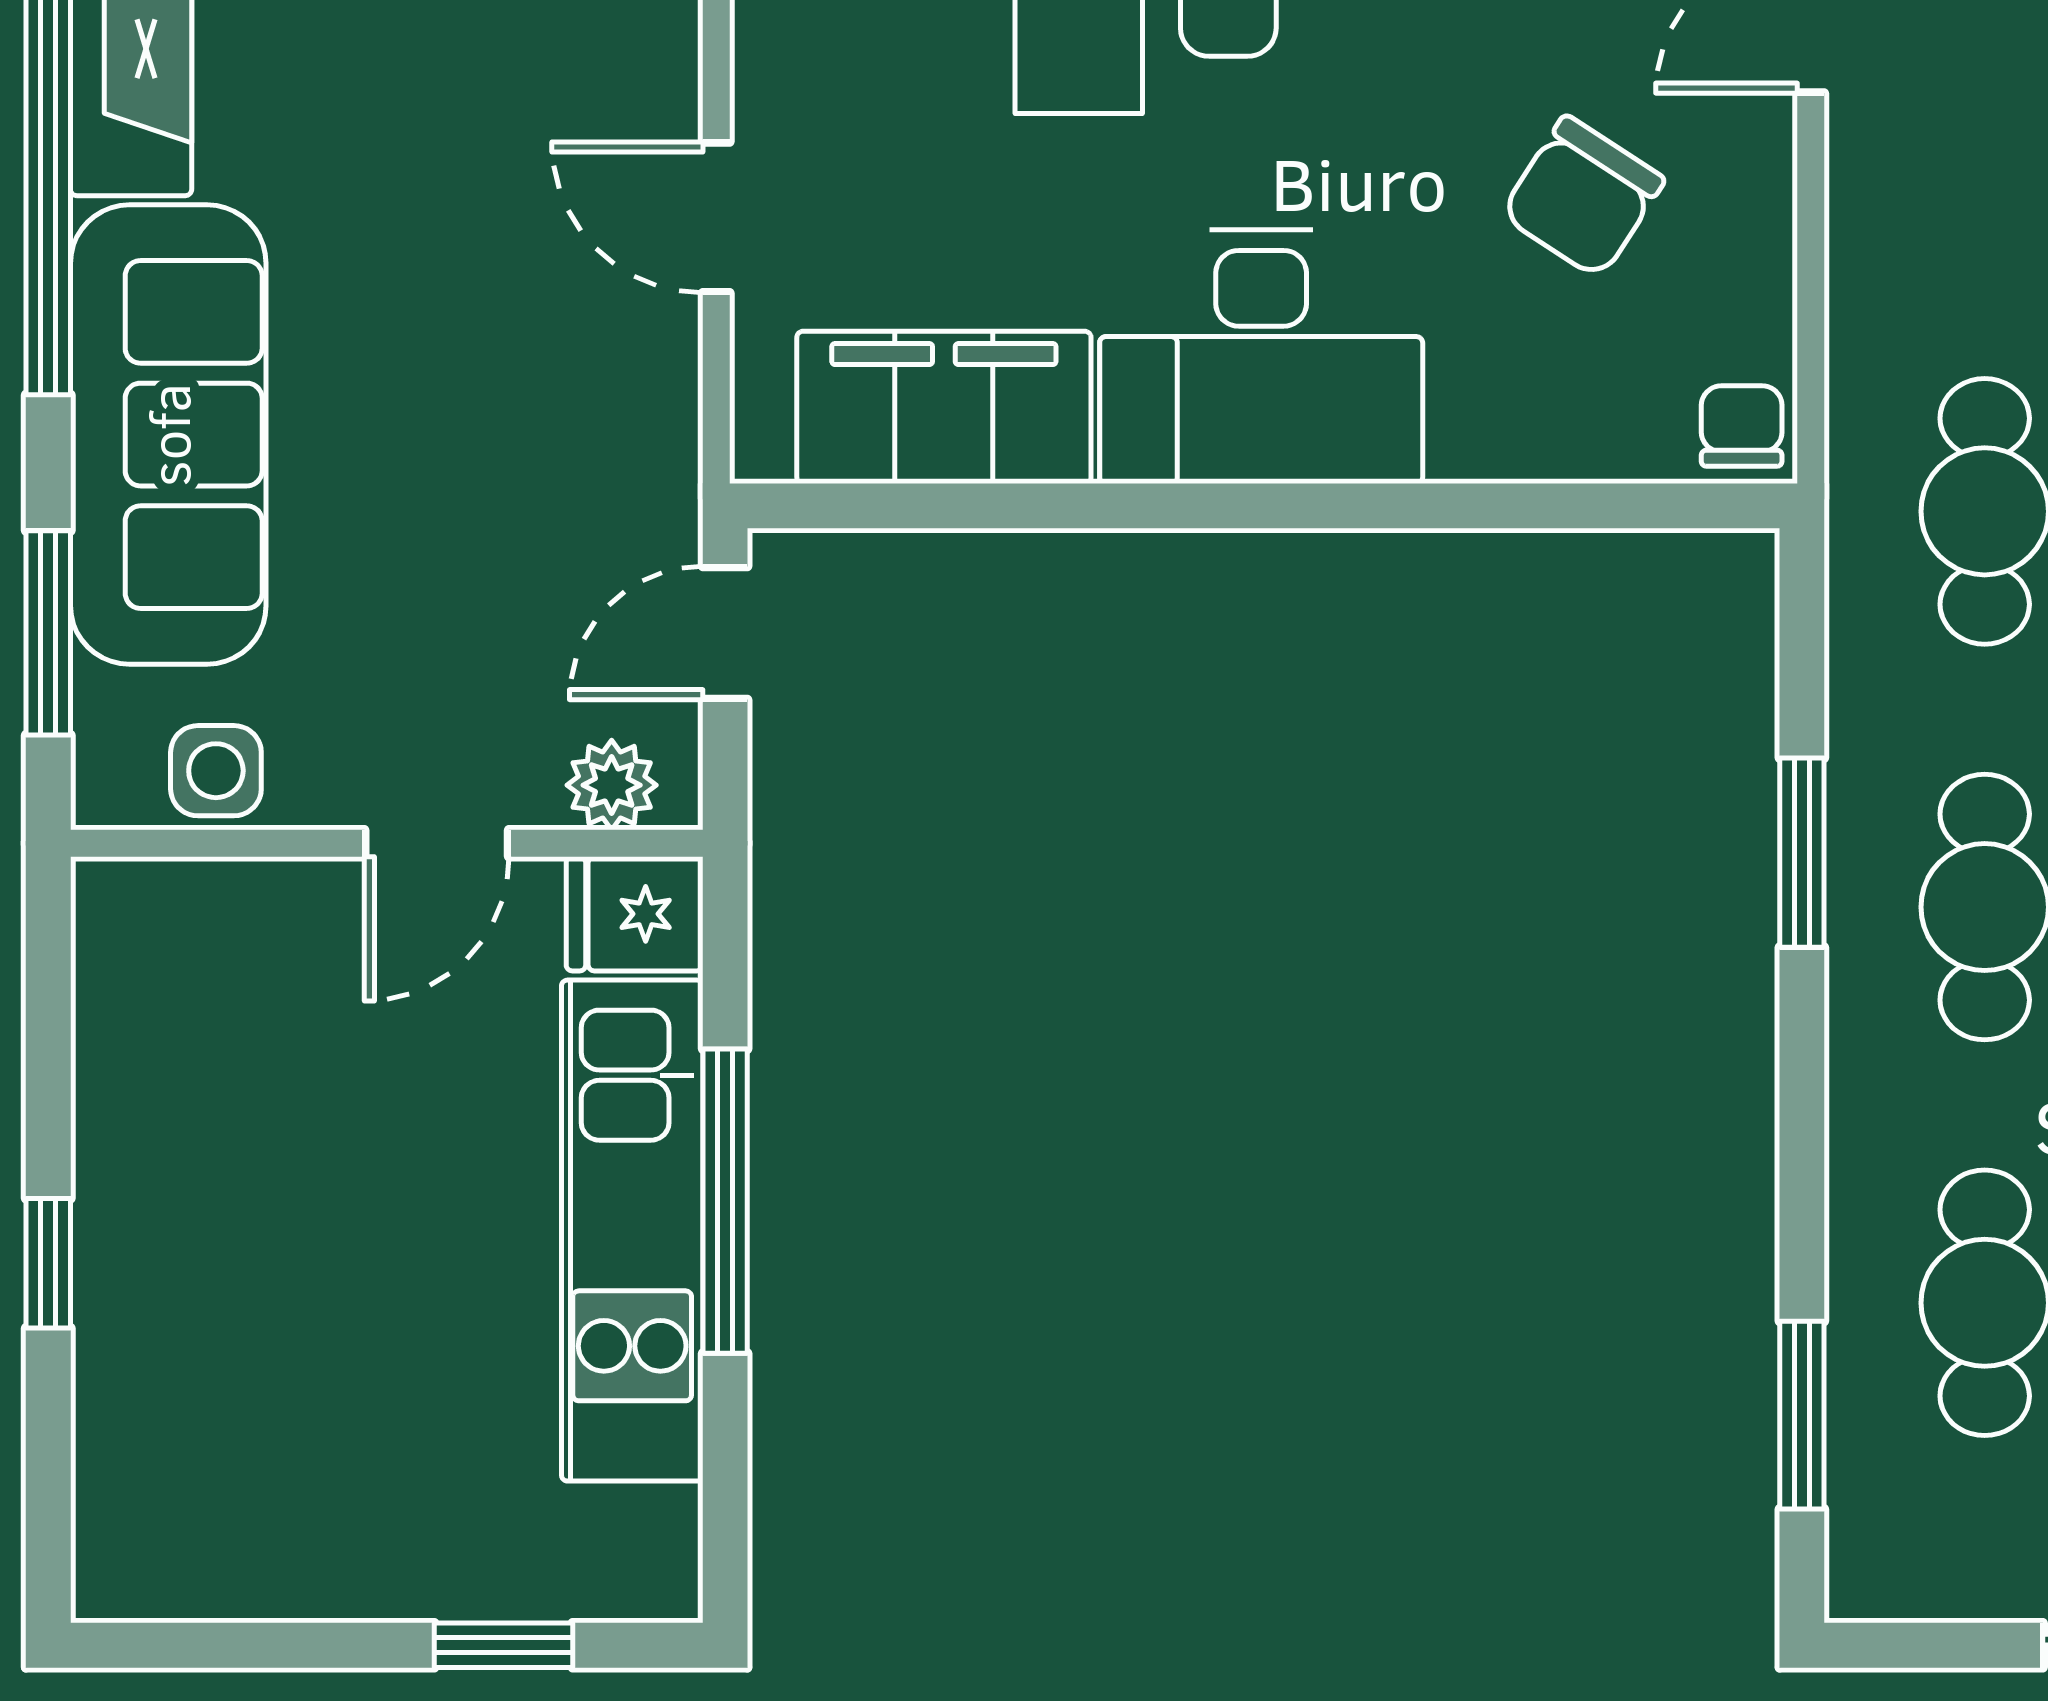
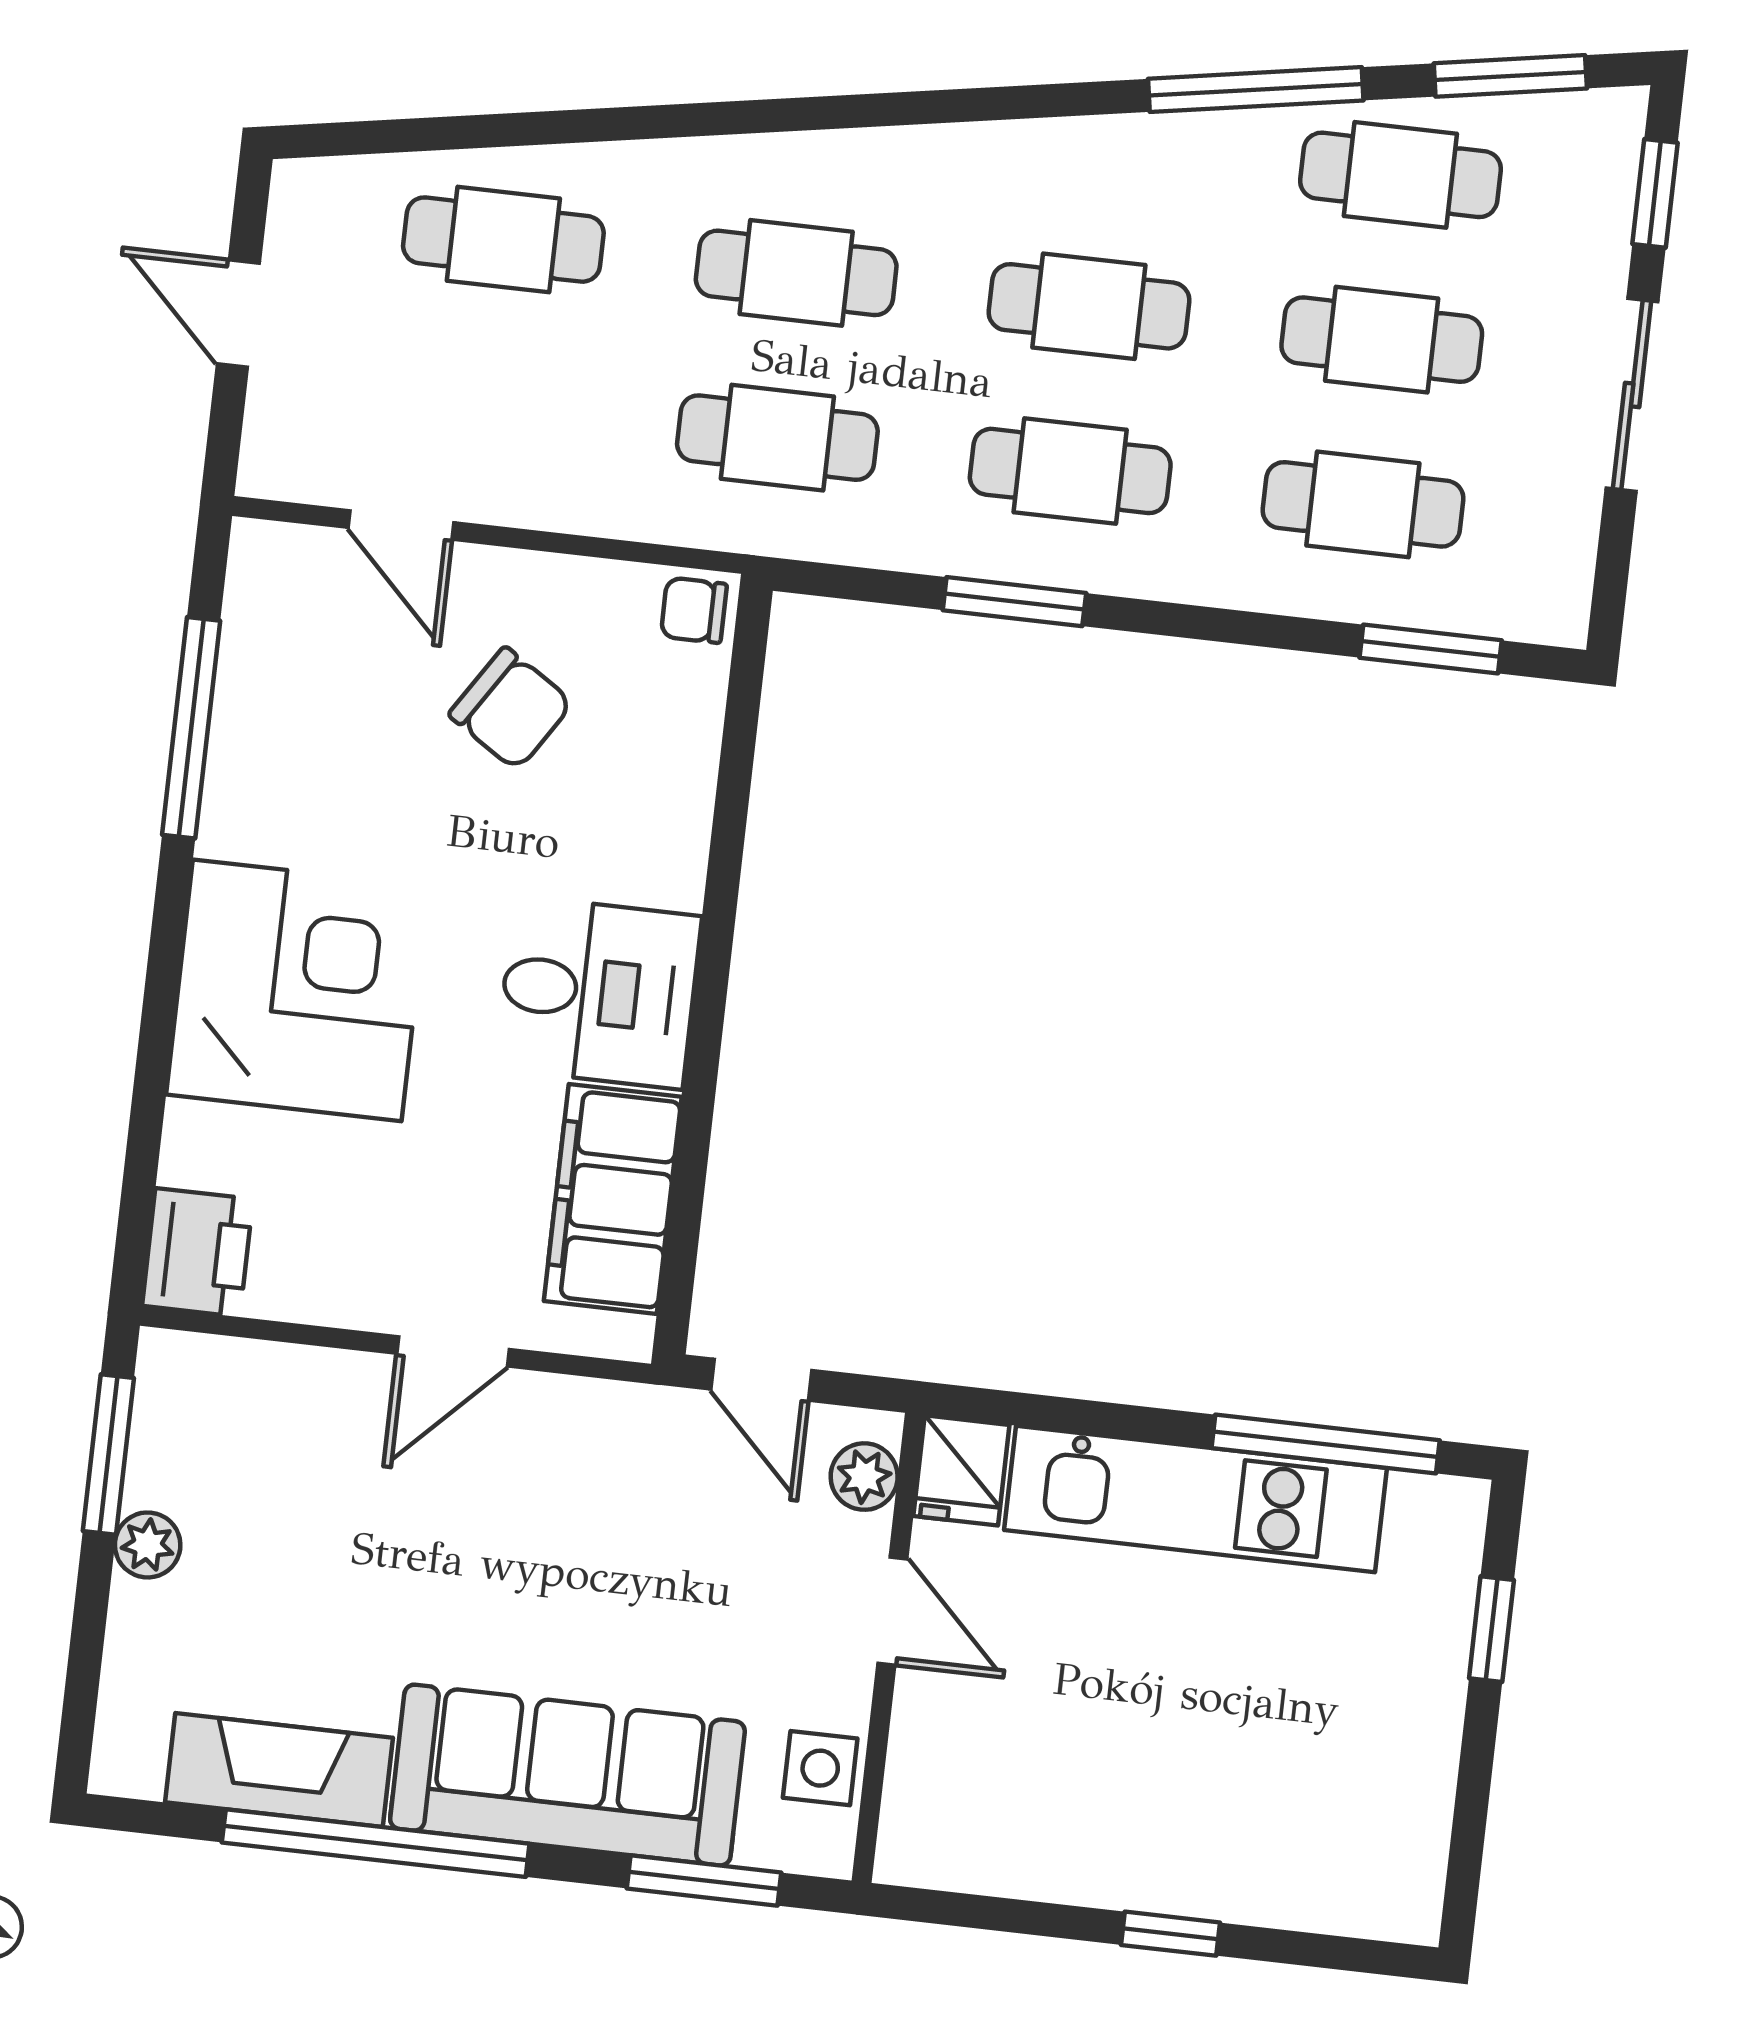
desk: (1261, 357) -> (598, 992), width x0.73
window: (725, 1201) -> (1326, 1444), moved

